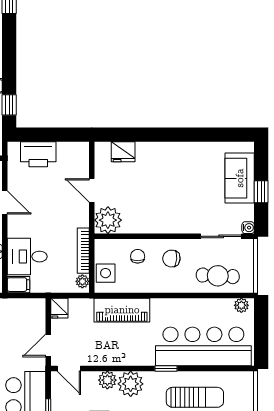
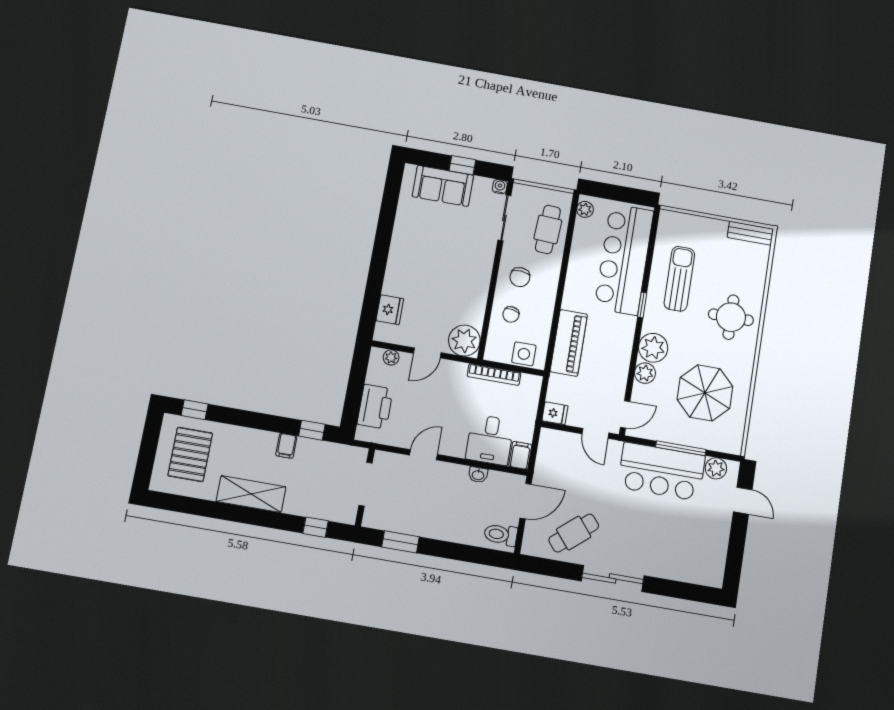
chair: (138, 256) -> (511, 314), turned -80
plant: (82, 281) -> (391, 357), moved

